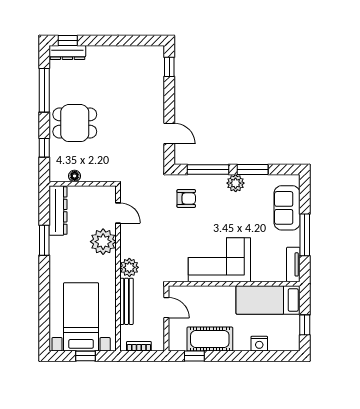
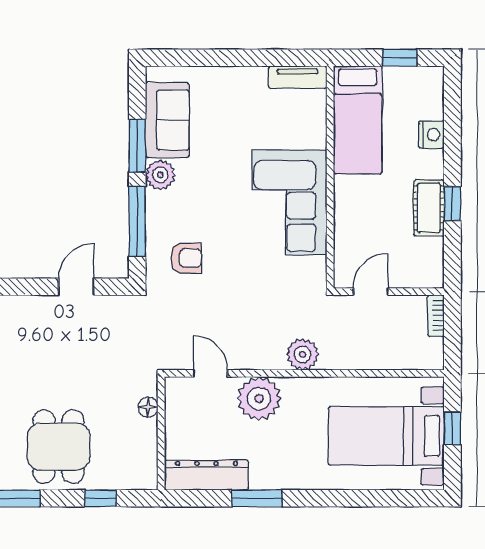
floor lamp: (75, 176) -> (148, 407), moved
armchair: (186, 199) -> (186, 258), turned 90
sofa: (287, 208) -> (167, 120), moved, turned -90
door: (118, 213) -> (211, 373), hinge flipped
window: (305, 235) -> (248, 58), removed
bench: (126, 301) -> (360, 359), removed
cot: (210, 339) -> (429, 208), width x0.73, depth x0.75
bookcase: (139, 346) -> (436, 316), moved
window: (194, 356) -> (452, 204), moved

